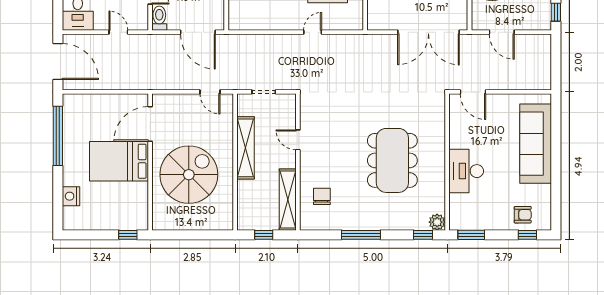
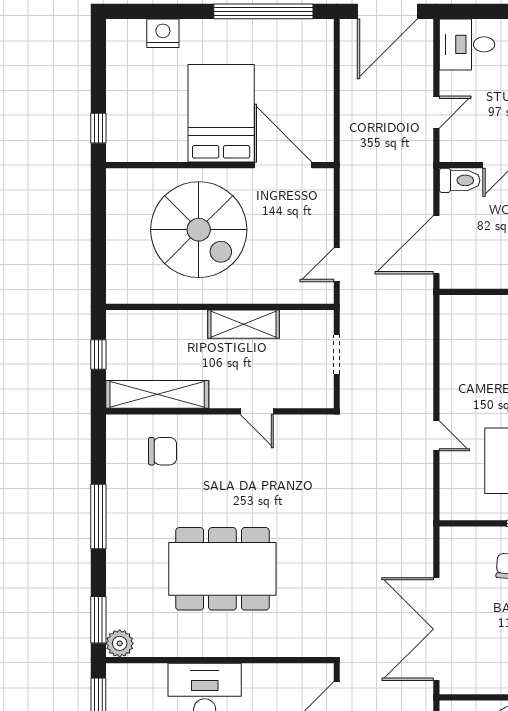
door: (298, 140) -> (257, 411), swing flipped
shelving: (246, 148) -> (243, 324), width x0.68
window: (423, 235) -> (98, 620), width x1.50

